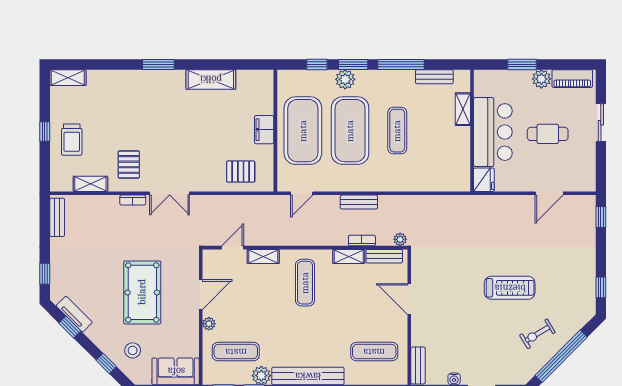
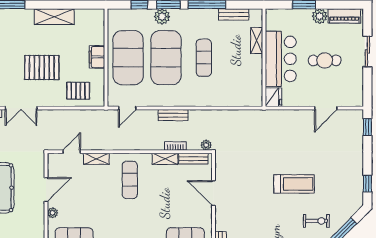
pallet: (195, 143) -> (42, 68), added
exercise bike: (537, 334) -> (316, 221), turned -149

